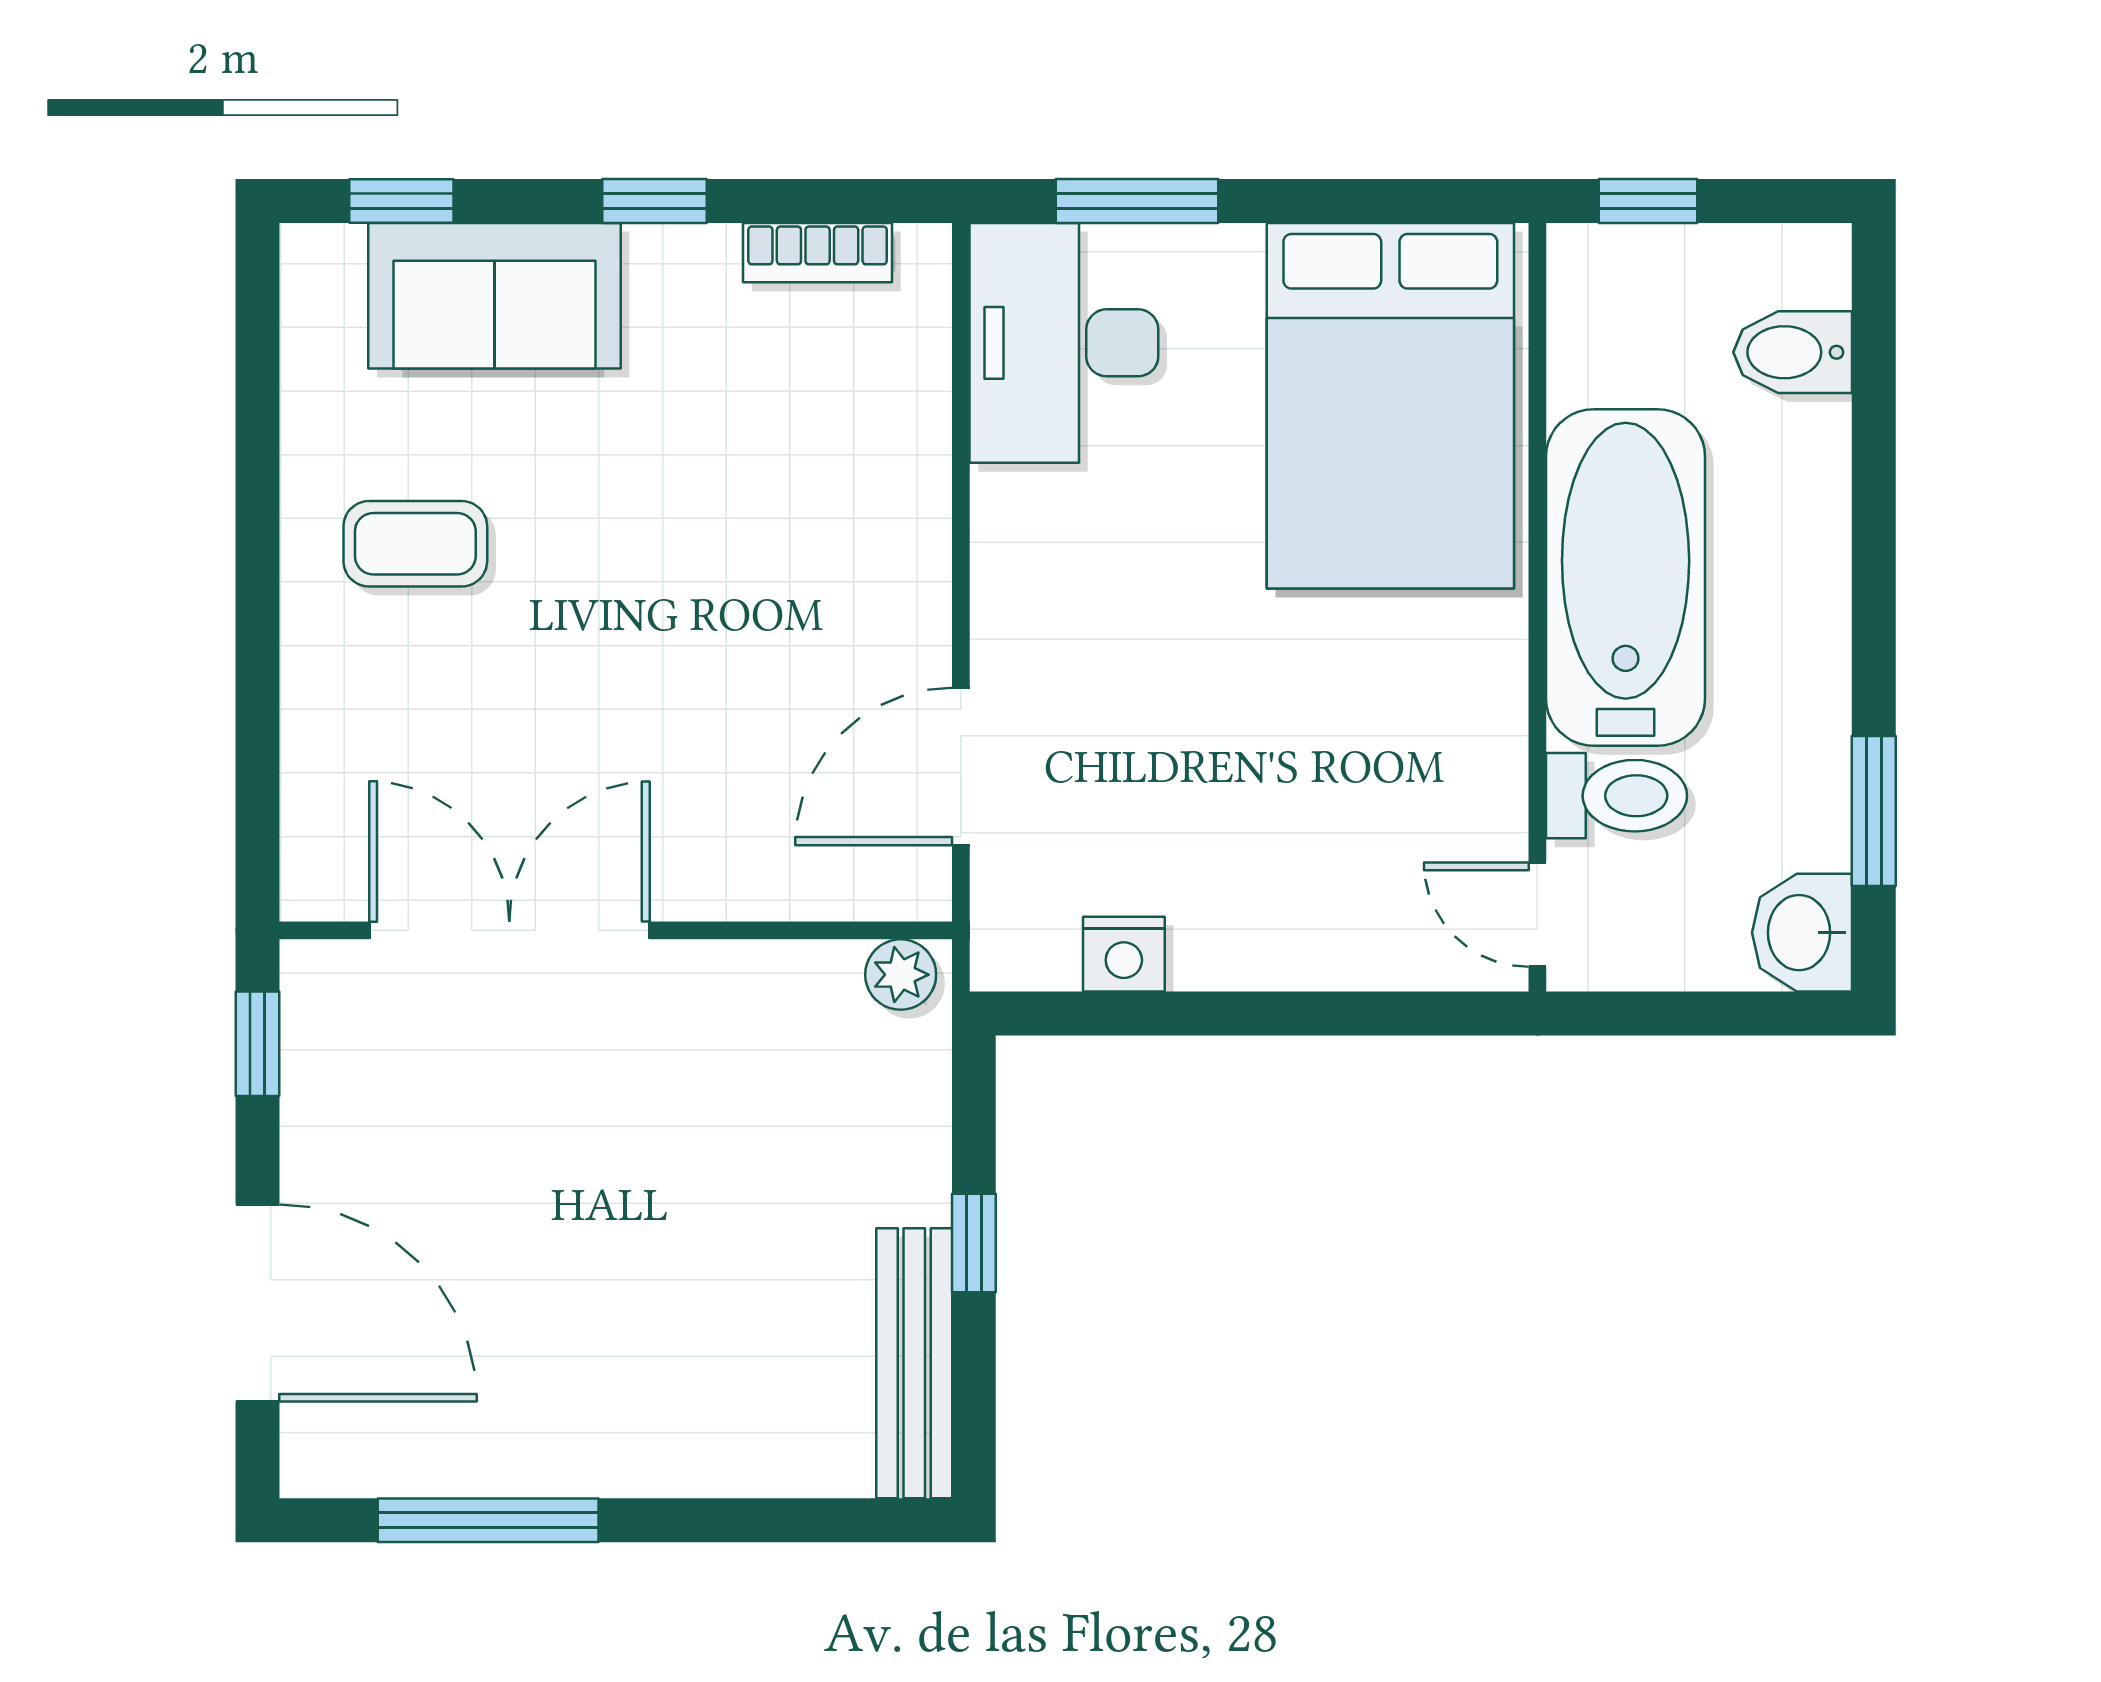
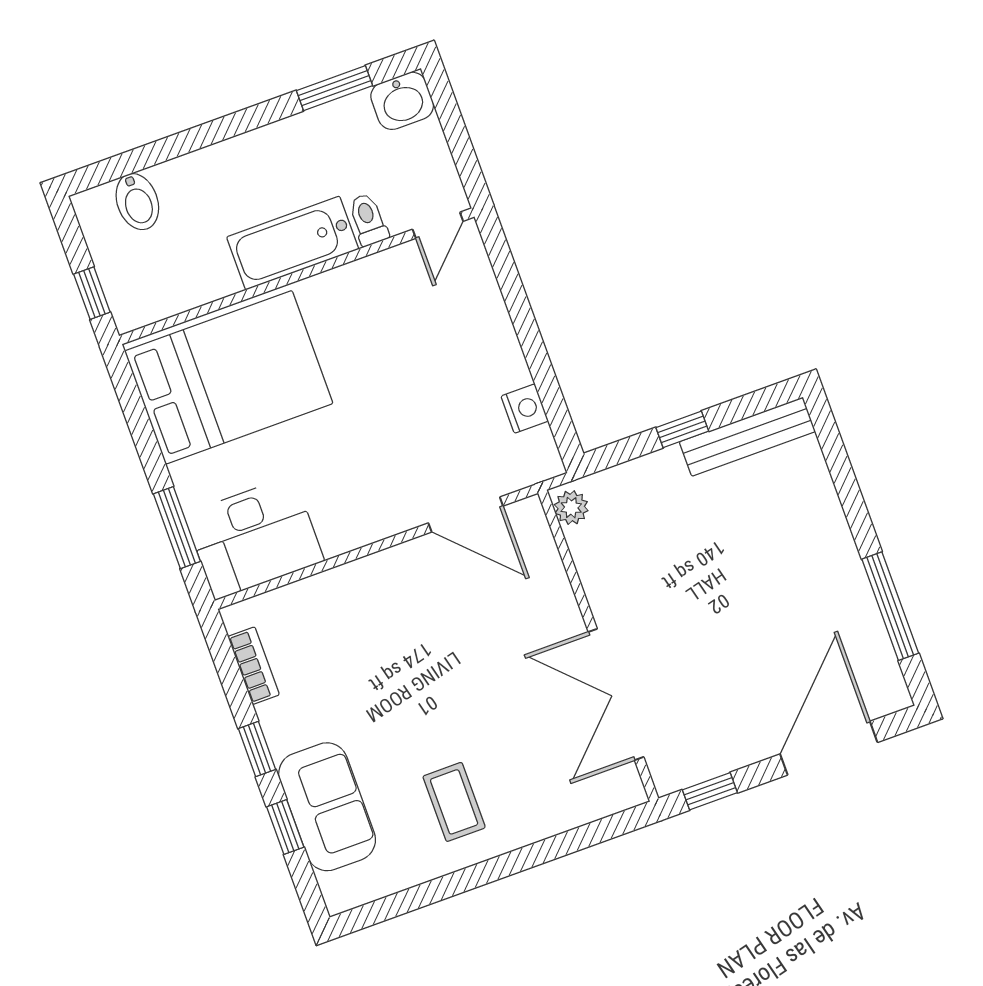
window: (401, 201) -> (285, 827), moved
bathtub: (1626, 578) -> (293, 243), width x0.73, depth x0.73
toilet: (1617, 796) -> (368, 220), width x0.73, depth x0.72

